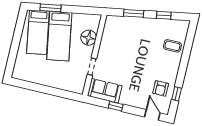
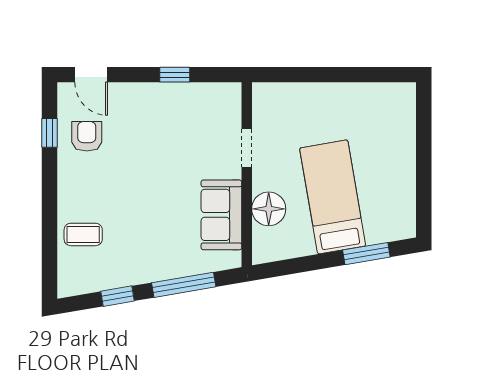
window: (134, 13) -> (184, 285), width x1.44
bed: (38, 32) -> (381, 194), removed
sofa: (105, 91) -> (221, 215), moved, turned 90

